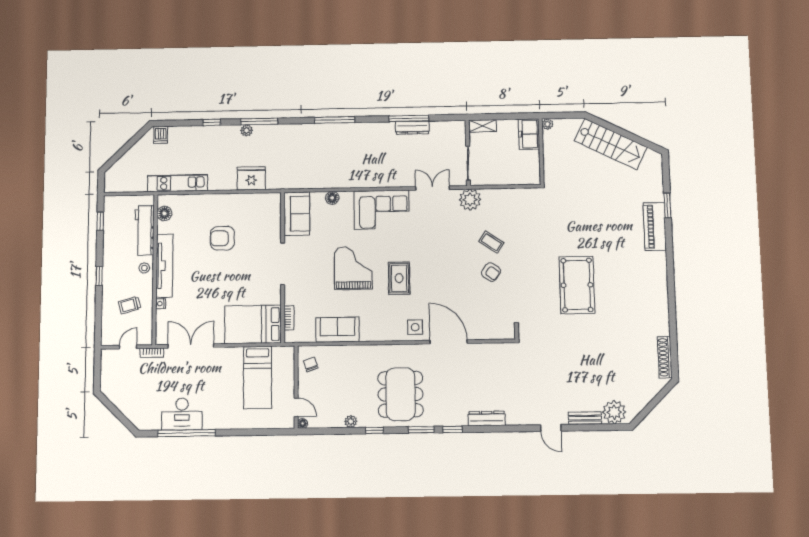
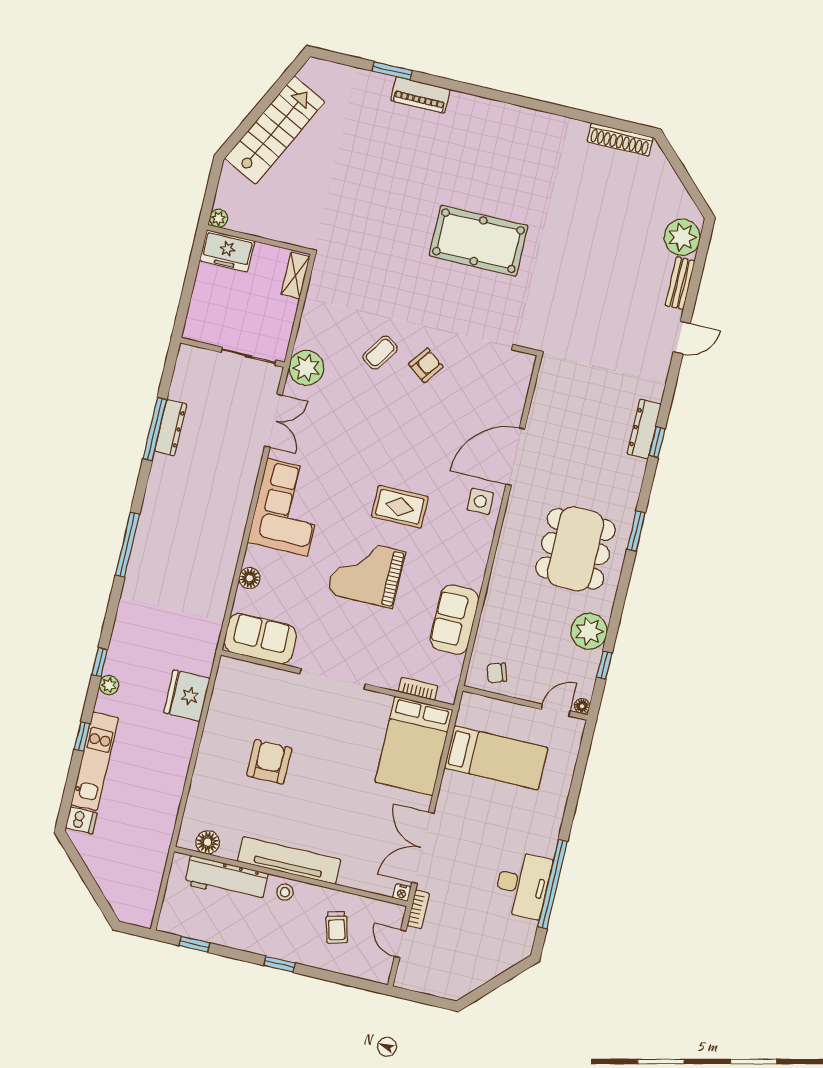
window: (259, 121) -> (100, 662), width x0.46
shelving: (482, 126) -> (295, 276), moved
kitchen unit: (178, 183) -> (95, 761), moved, turned 180
double door: (433, 188) -> (274, 421), swing flipped
piano: (655, 227) -> (420, 95), width x0.73, depth x0.75
armchair: (222, 238) -> (269, 762), turned 180
nightstand: (161, 304) -> (402, 893), moved
dining table: (400, 394) -> (575, 549), turned 90
plant: (351, 421) -> (589, 631), width x1.88, depth x1.88
window: (453, 429) -> (657, 442), moved
window: (374, 430) -> (604, 665), moved

